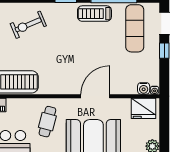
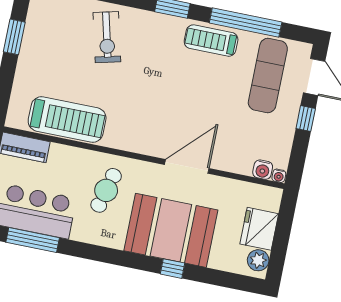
exercise bike: (28, 25) -> (107, 37), turned -81
fridge: (144, 108) -> (259, 229), moved, turned 90

